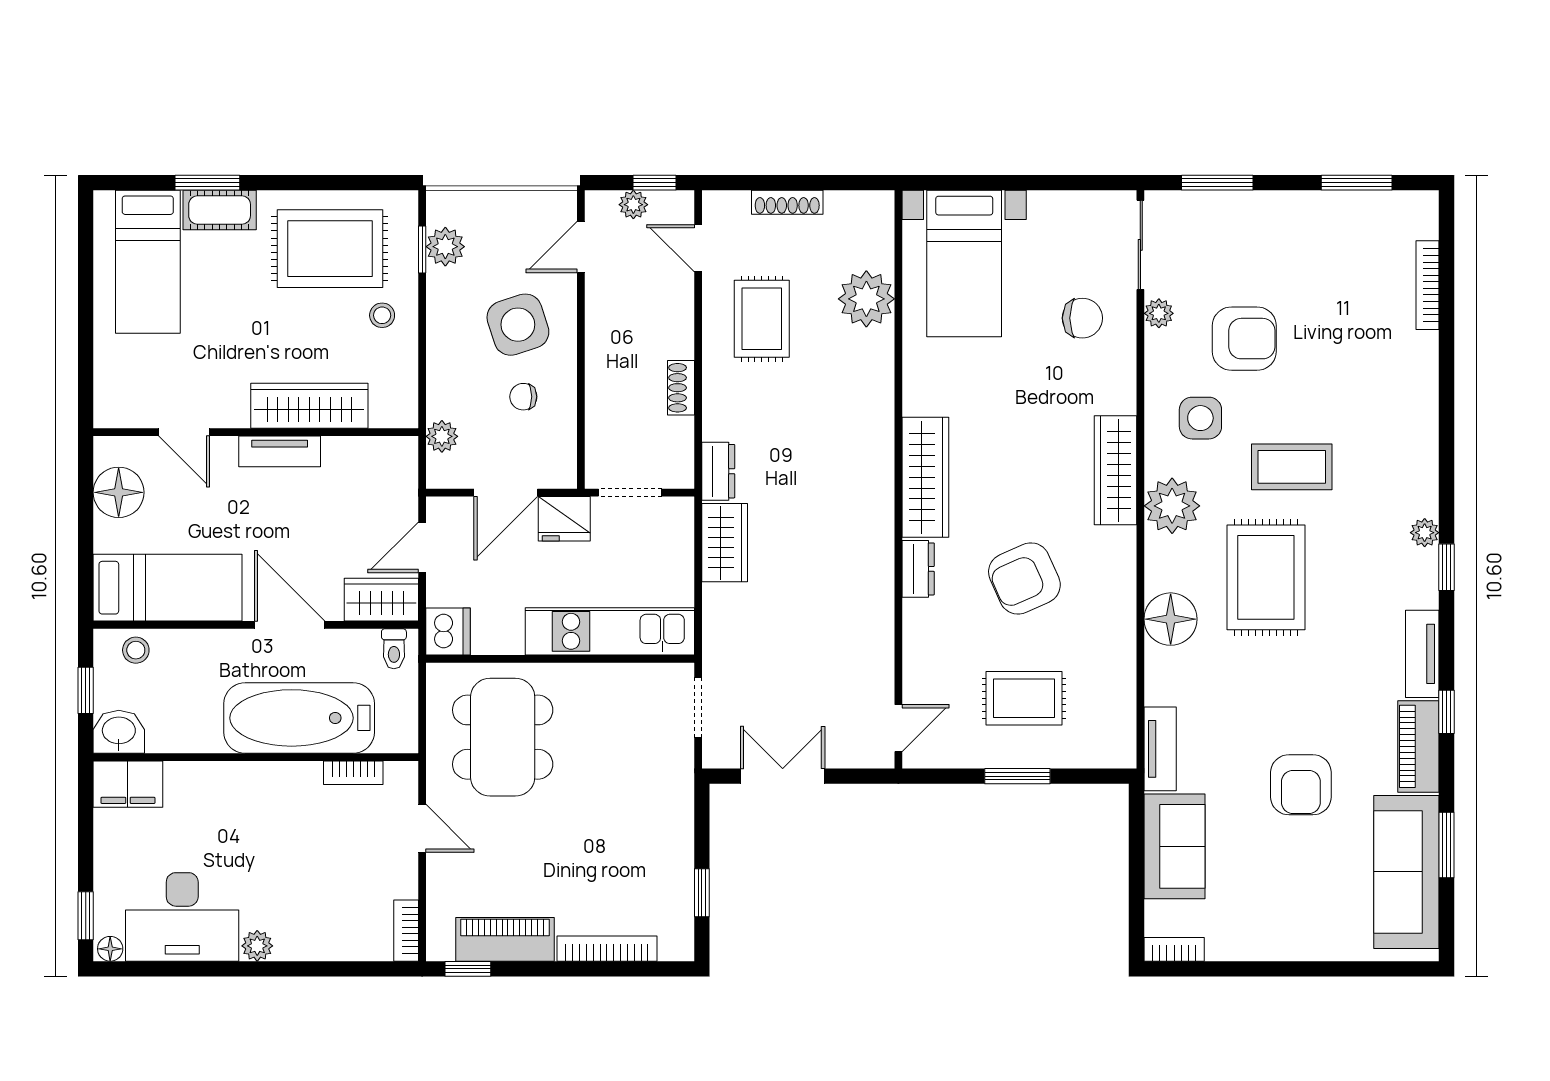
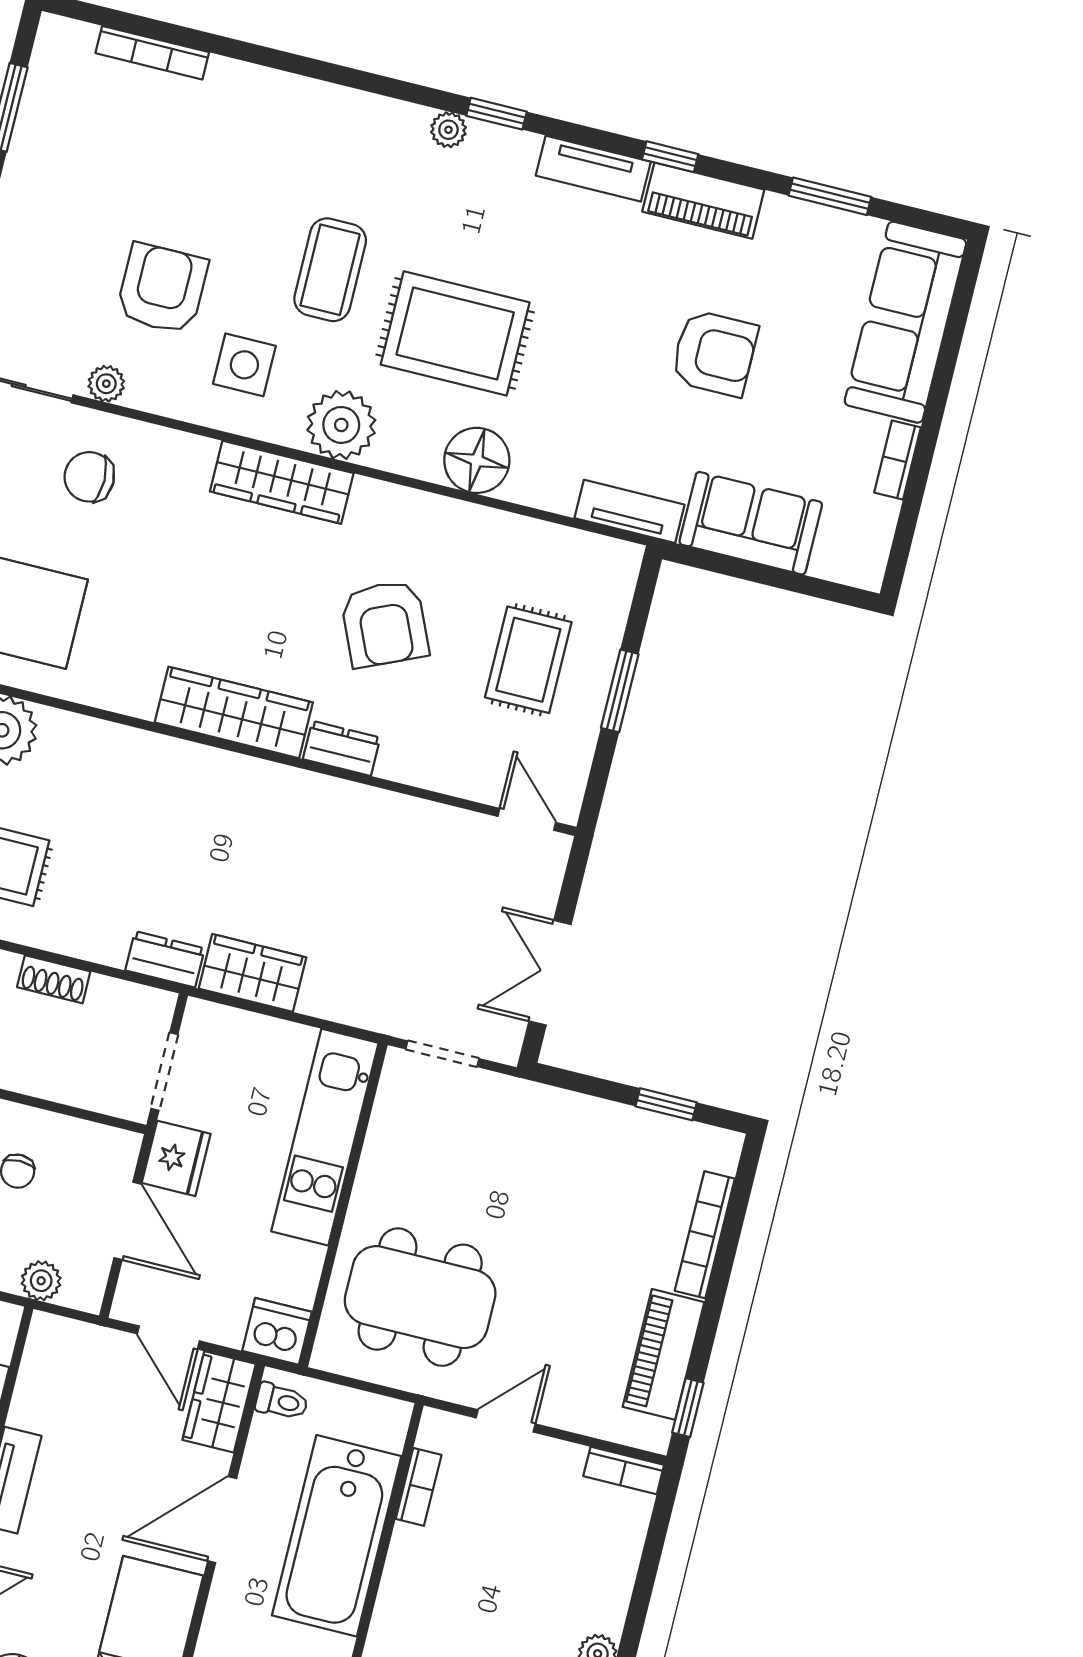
chair: (1082, 318) -> (89, 477), turned -90
sofa: (1406, 872) -> (905, 322), moved, turned 90
bookcase: (1174, 949) -> (898, 460), moved

